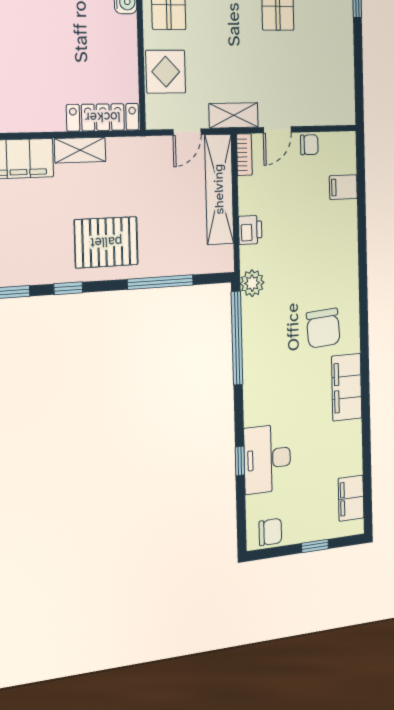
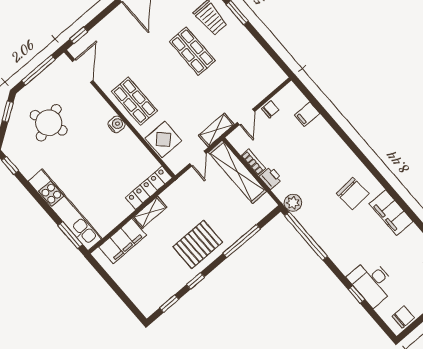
bookcase: (244, 155) -> (253, 162), moved

